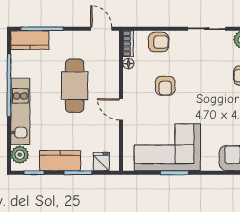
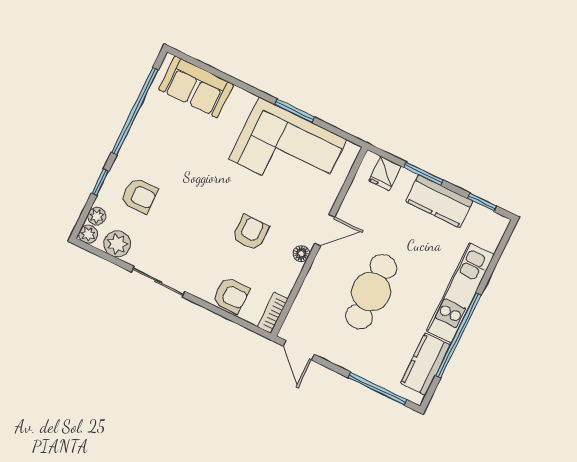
kitchen counter: (30, 40) -> (425, 364), moved, turned -90
armchair: (159, 42) -> (231, 295), turned 180
floor lamp: (128, 64) -> (301, 254), moved
door: (121, 109) -> (325, 230), hinge flipped
plant: (20, 155) -> (489, 235), removed

